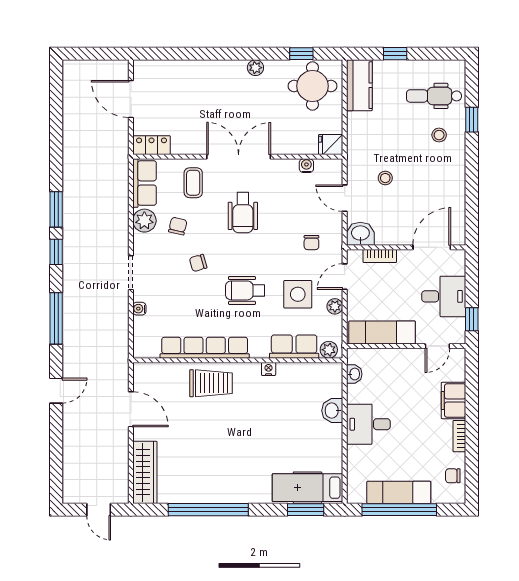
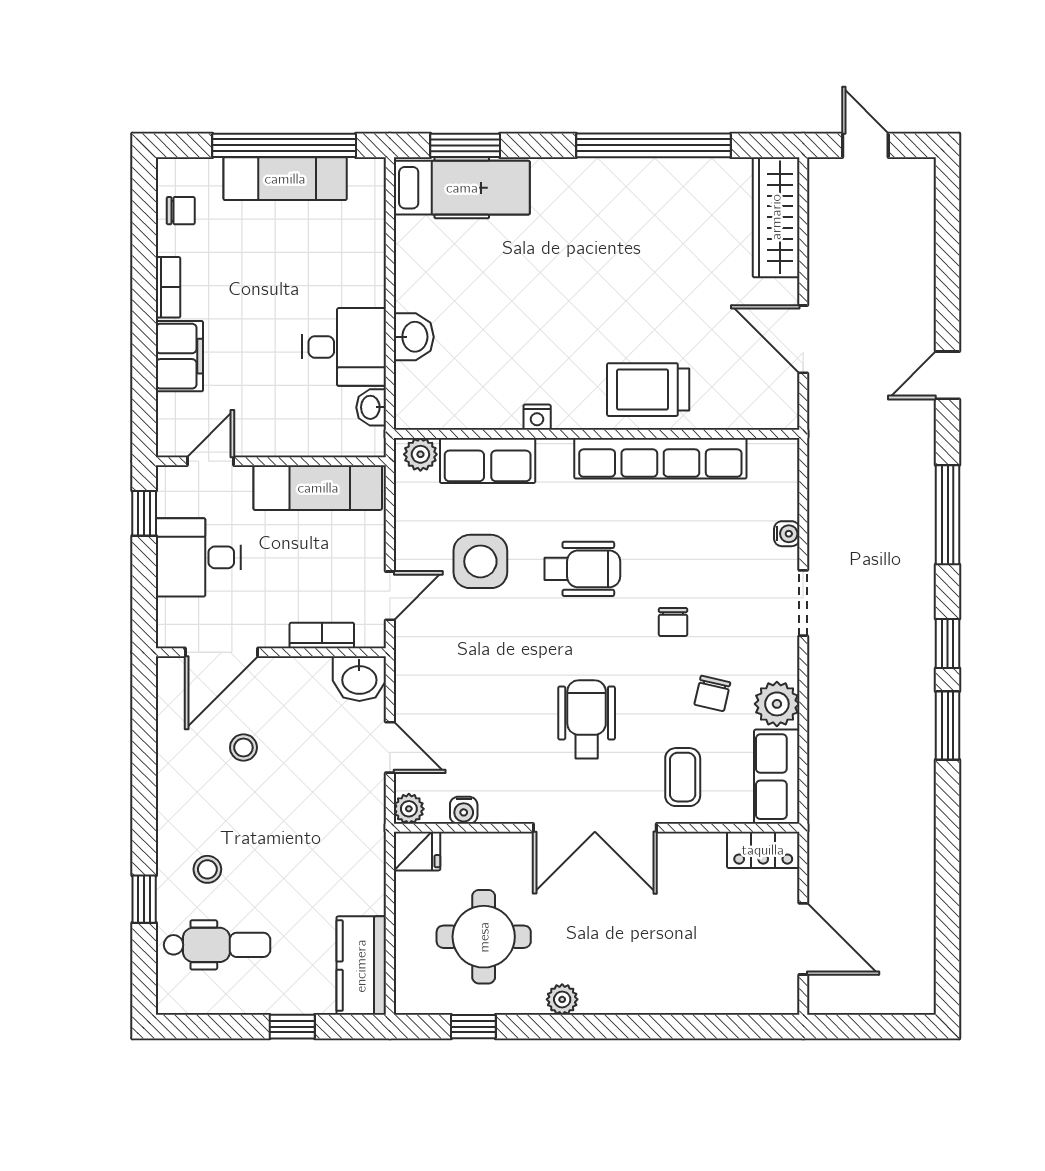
round table: (312, 86) -> (484, 937), moved
stool: (385, 178) -> (243, 748), moved
chair: (311, 243) -> (454, 662), removed
chair: (198, 263) -> (673, 622), turned 106
plant: (335, 306) -> (409, 809), moved
desk: (368, 424) -> (344, 347), moved

